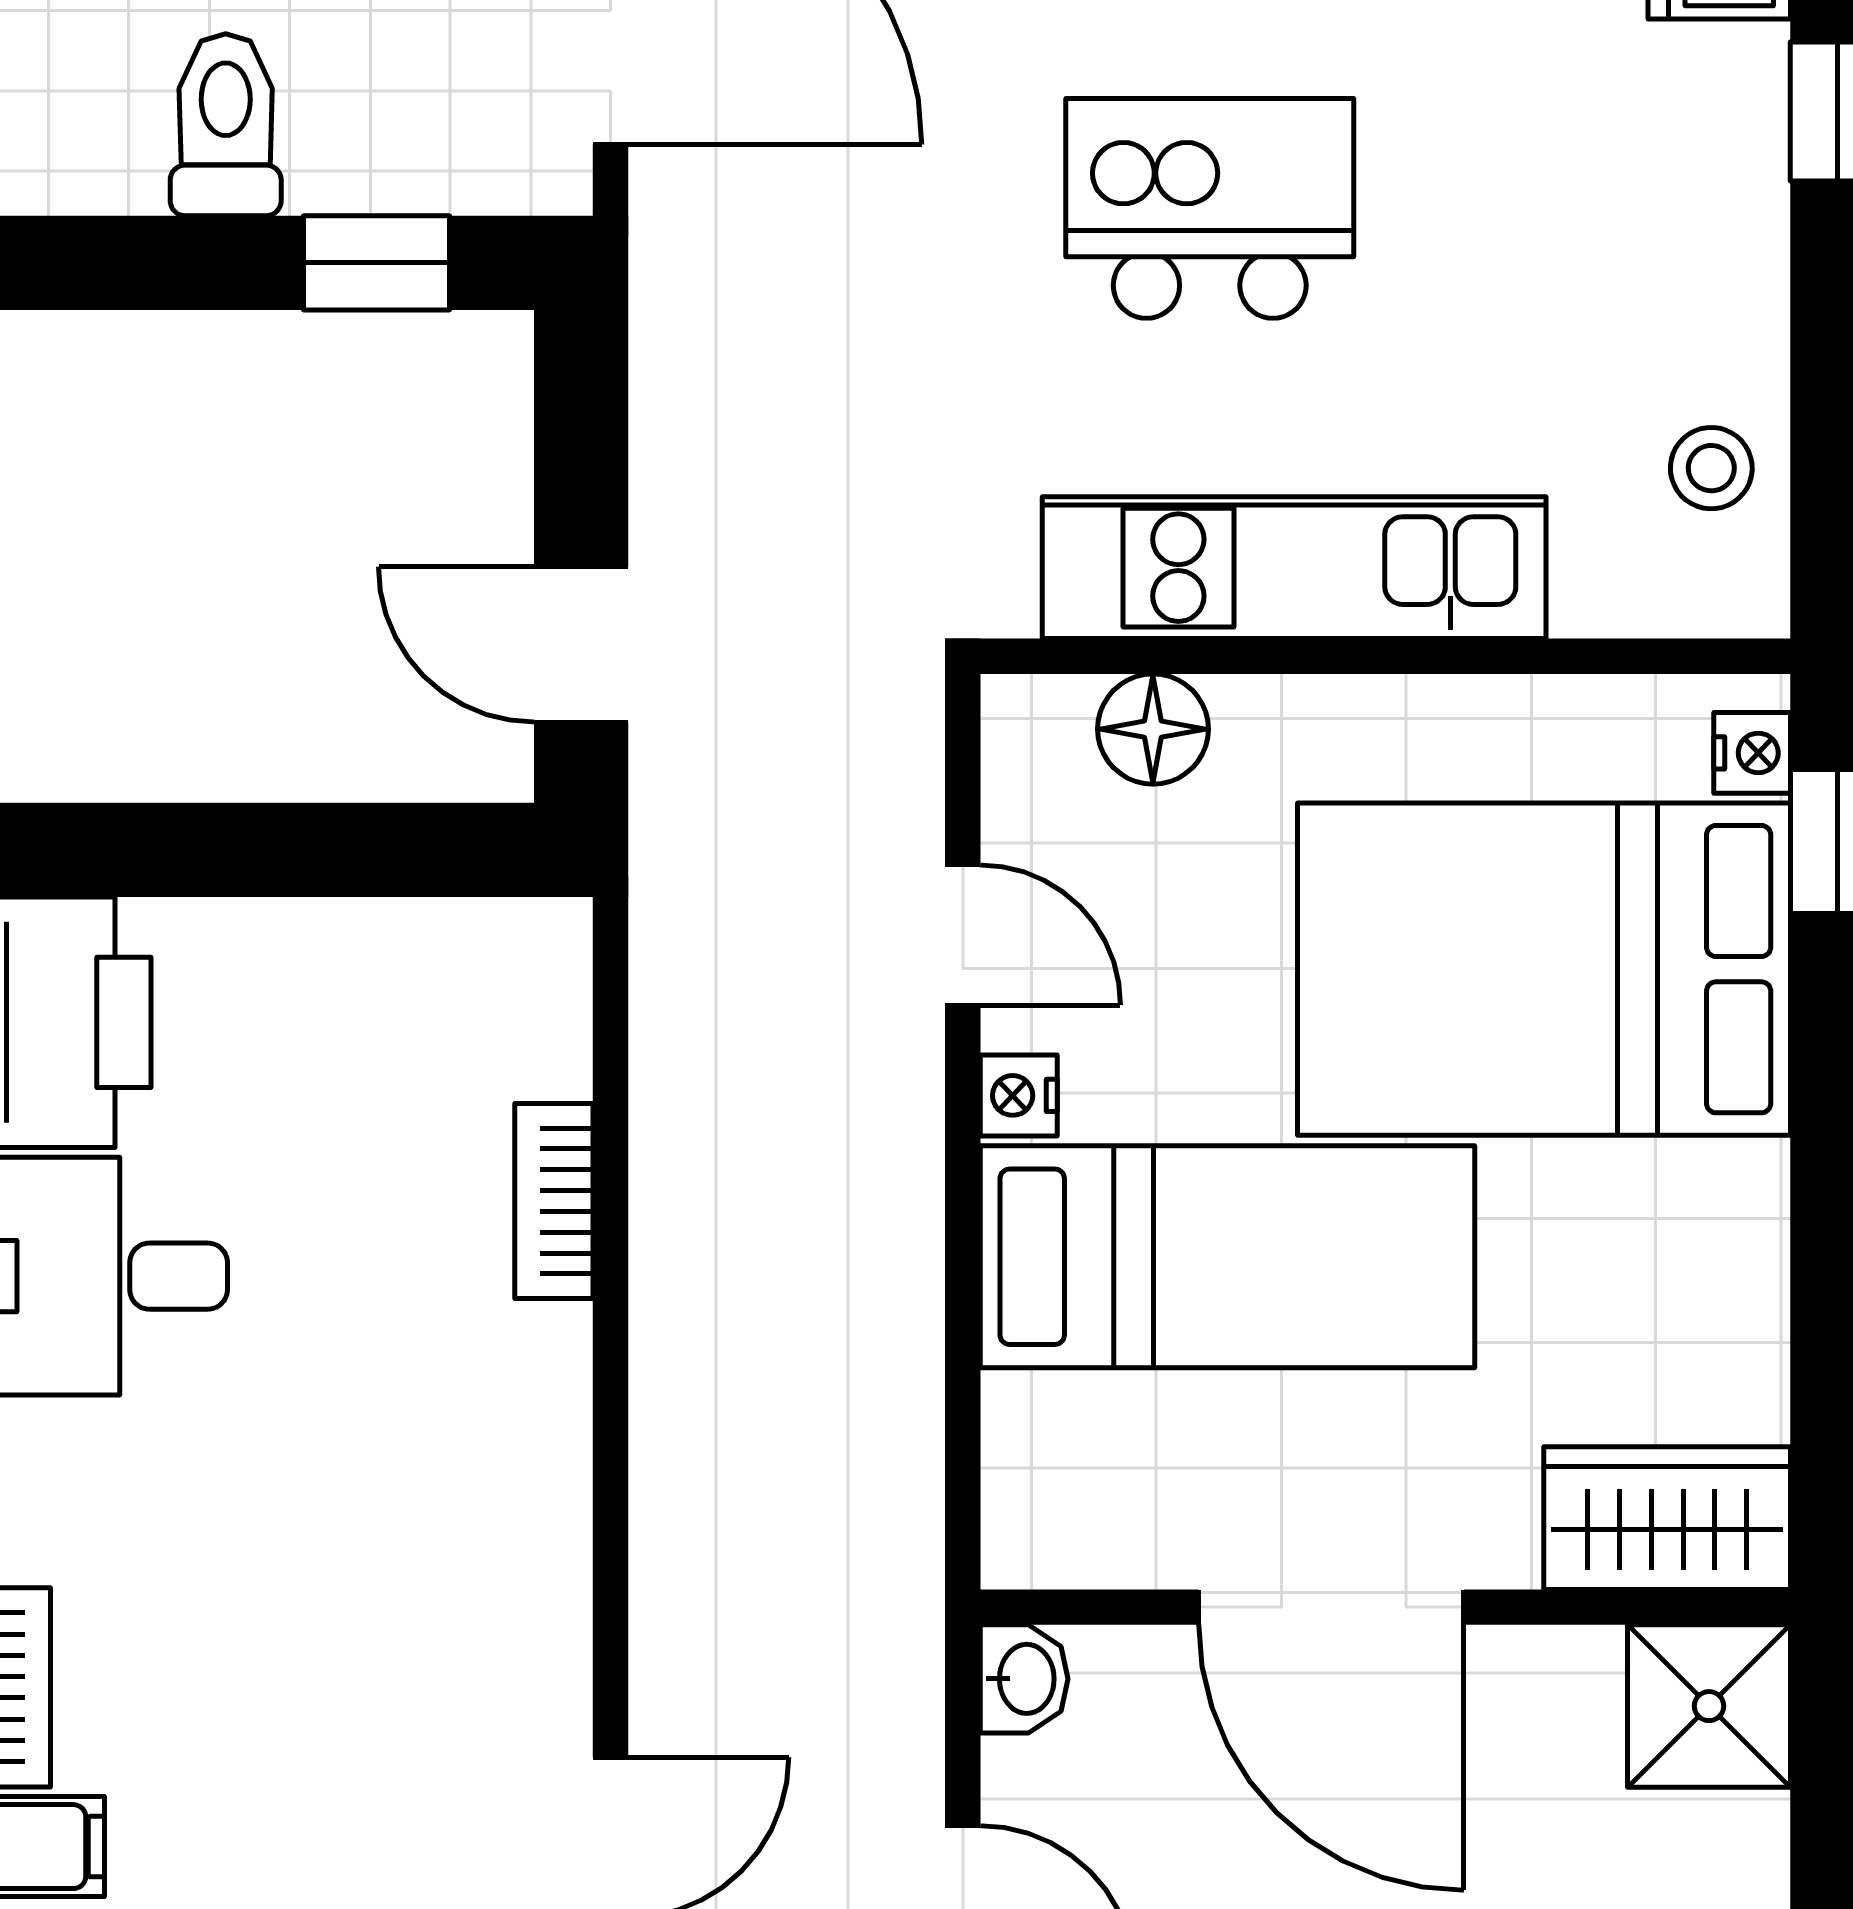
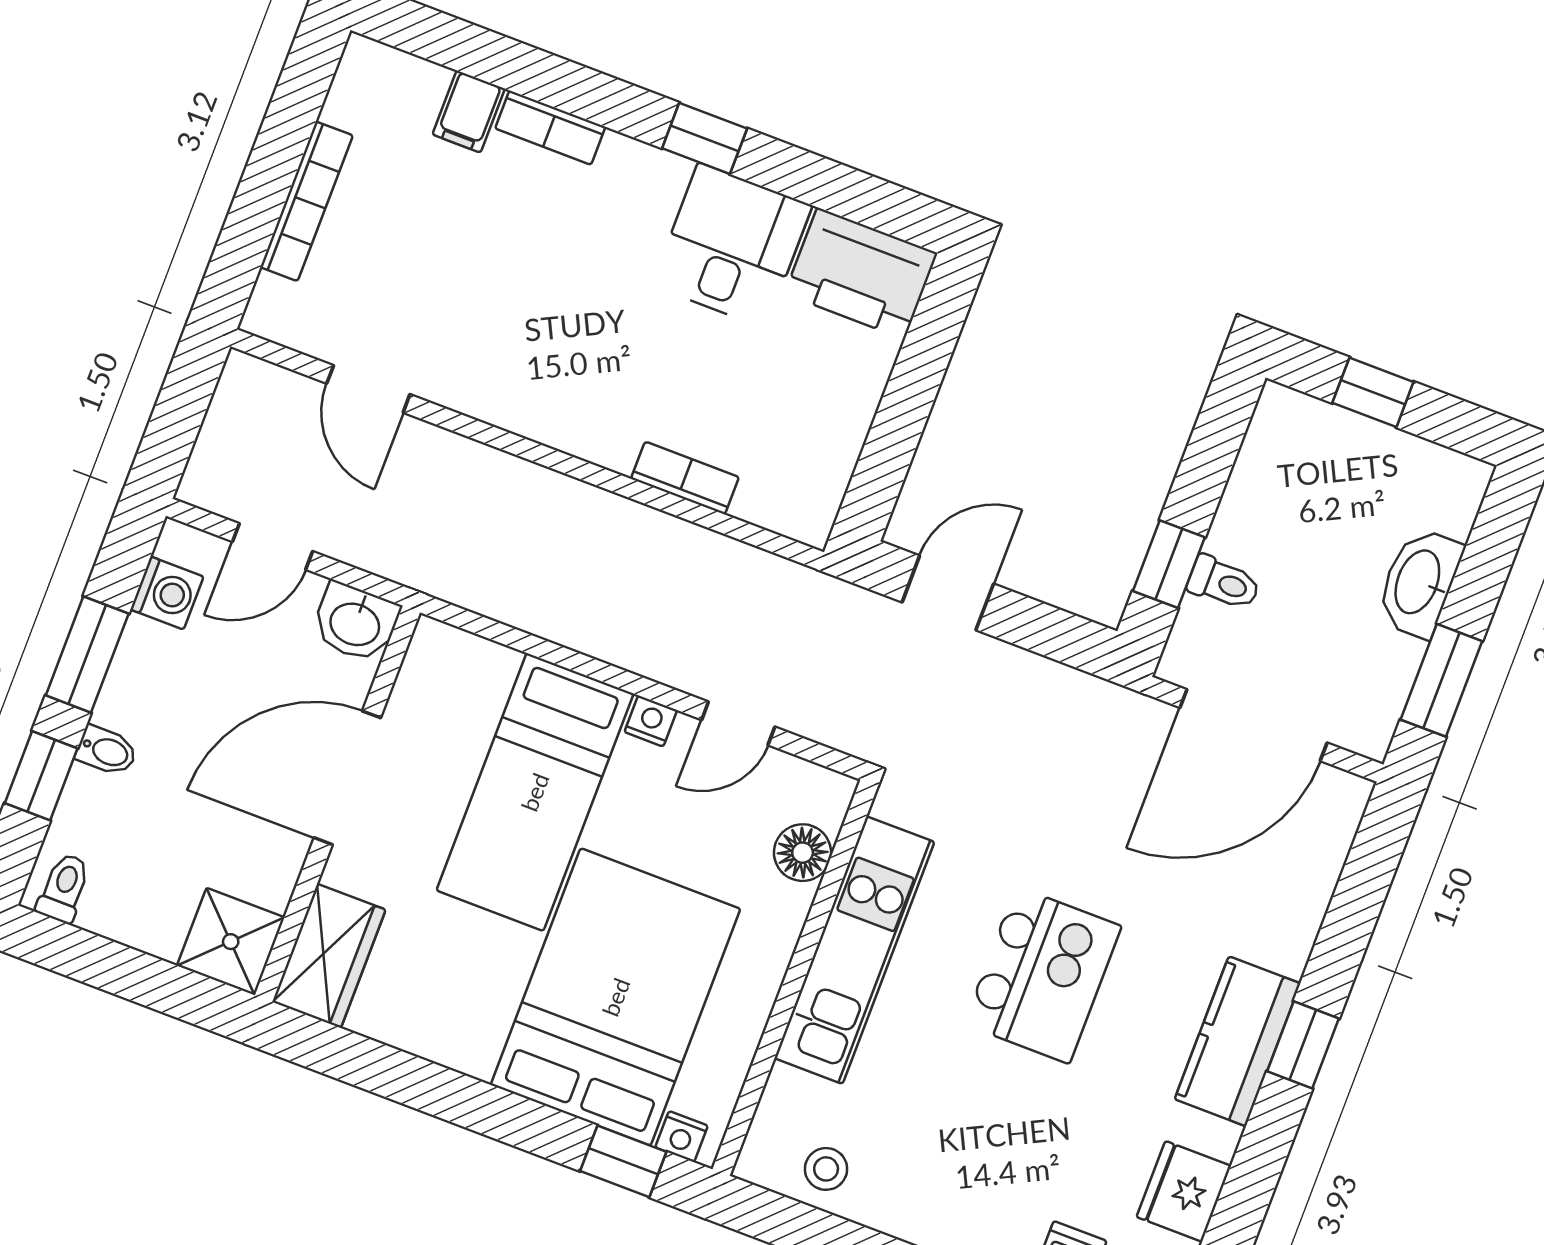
toilet: (226, 125) -> (1224, 583), moved, width x0.73, depth x0.72
washbasin: (1024, 1679) -> (355, 623), width x1.38, depth x1.45

